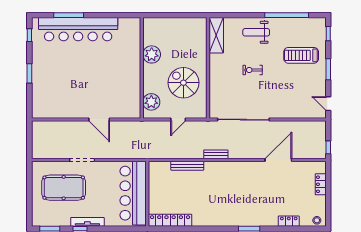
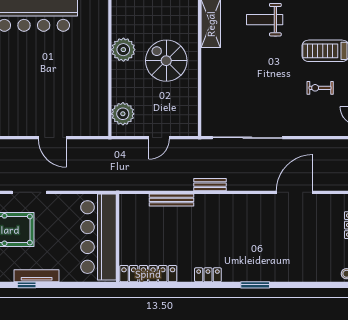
exercise bike: (253, 70) -> (320, 88), moved
spiral stairs: (183, 83) -> (166, 61), moved
locker: (289, 221) -> (208, 275), moved

